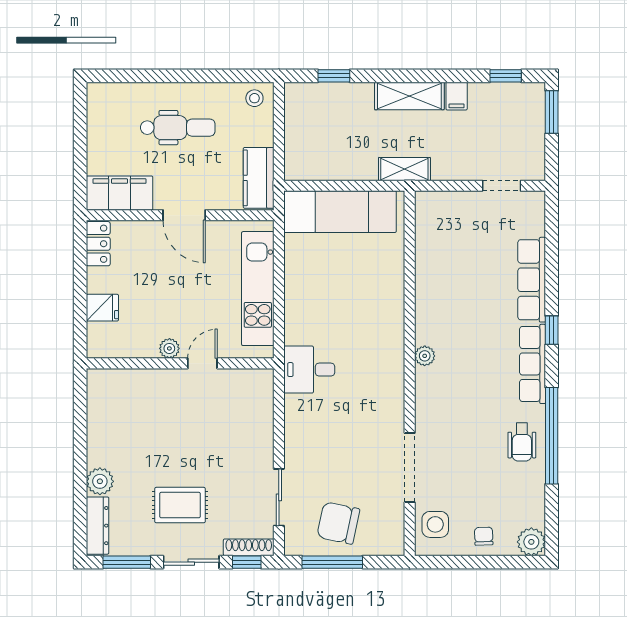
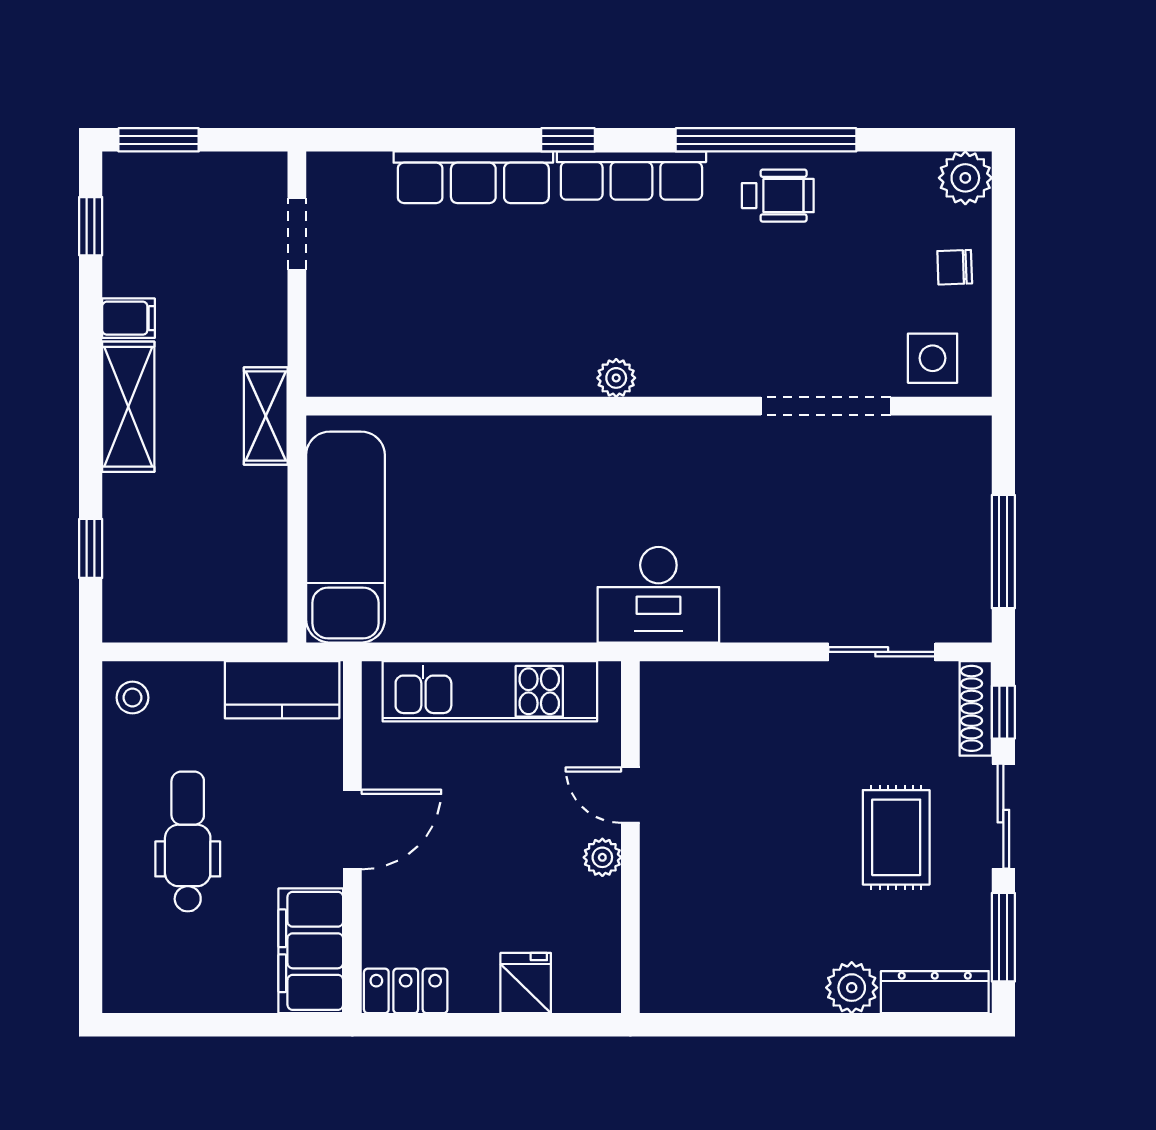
desk: (309, 370) -> (658, 595), width x1.37
chair: (338, 523) -> (930, 540), removed

